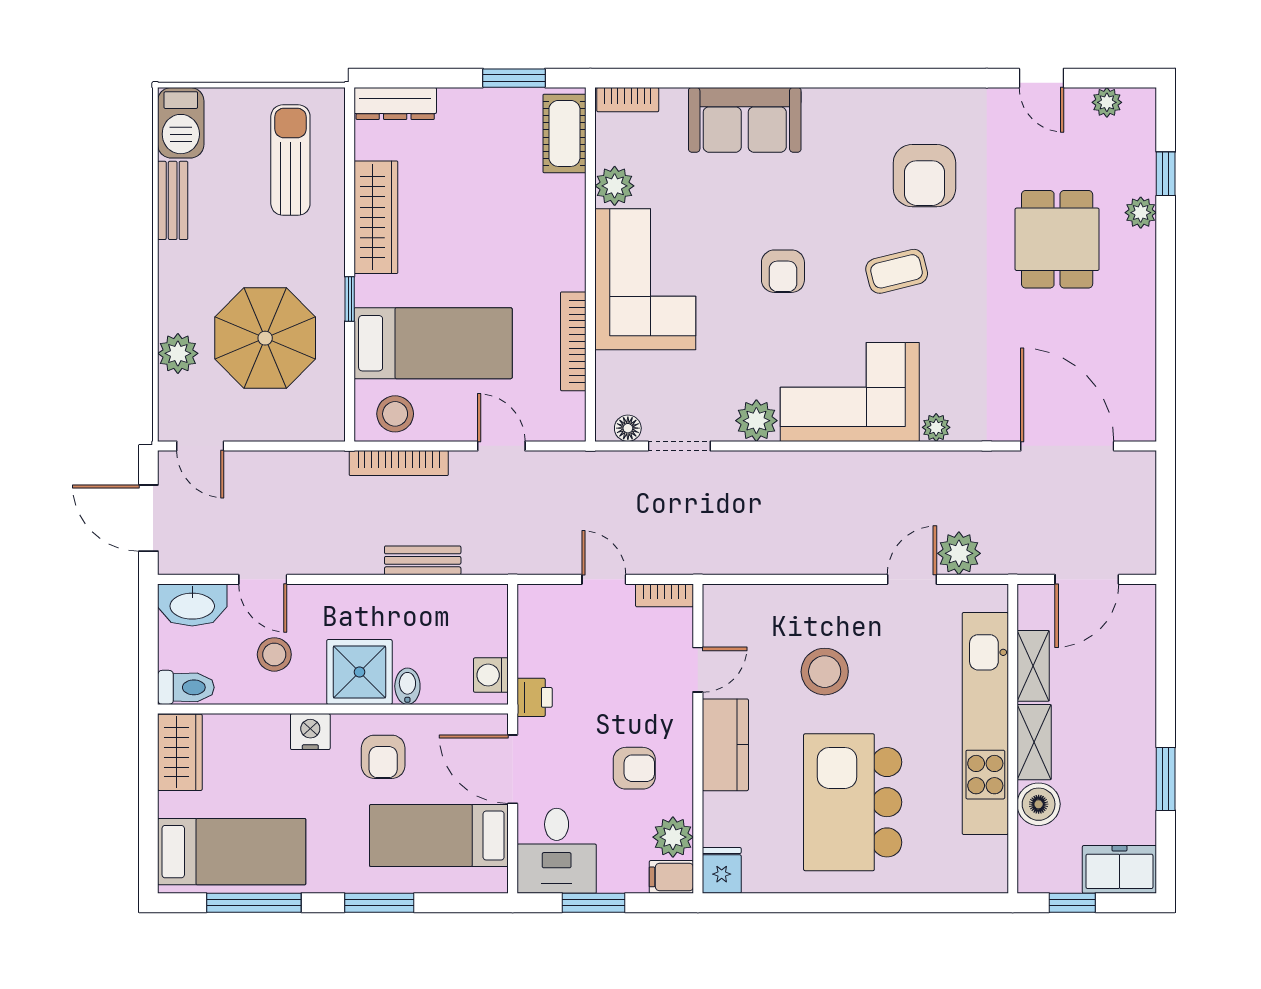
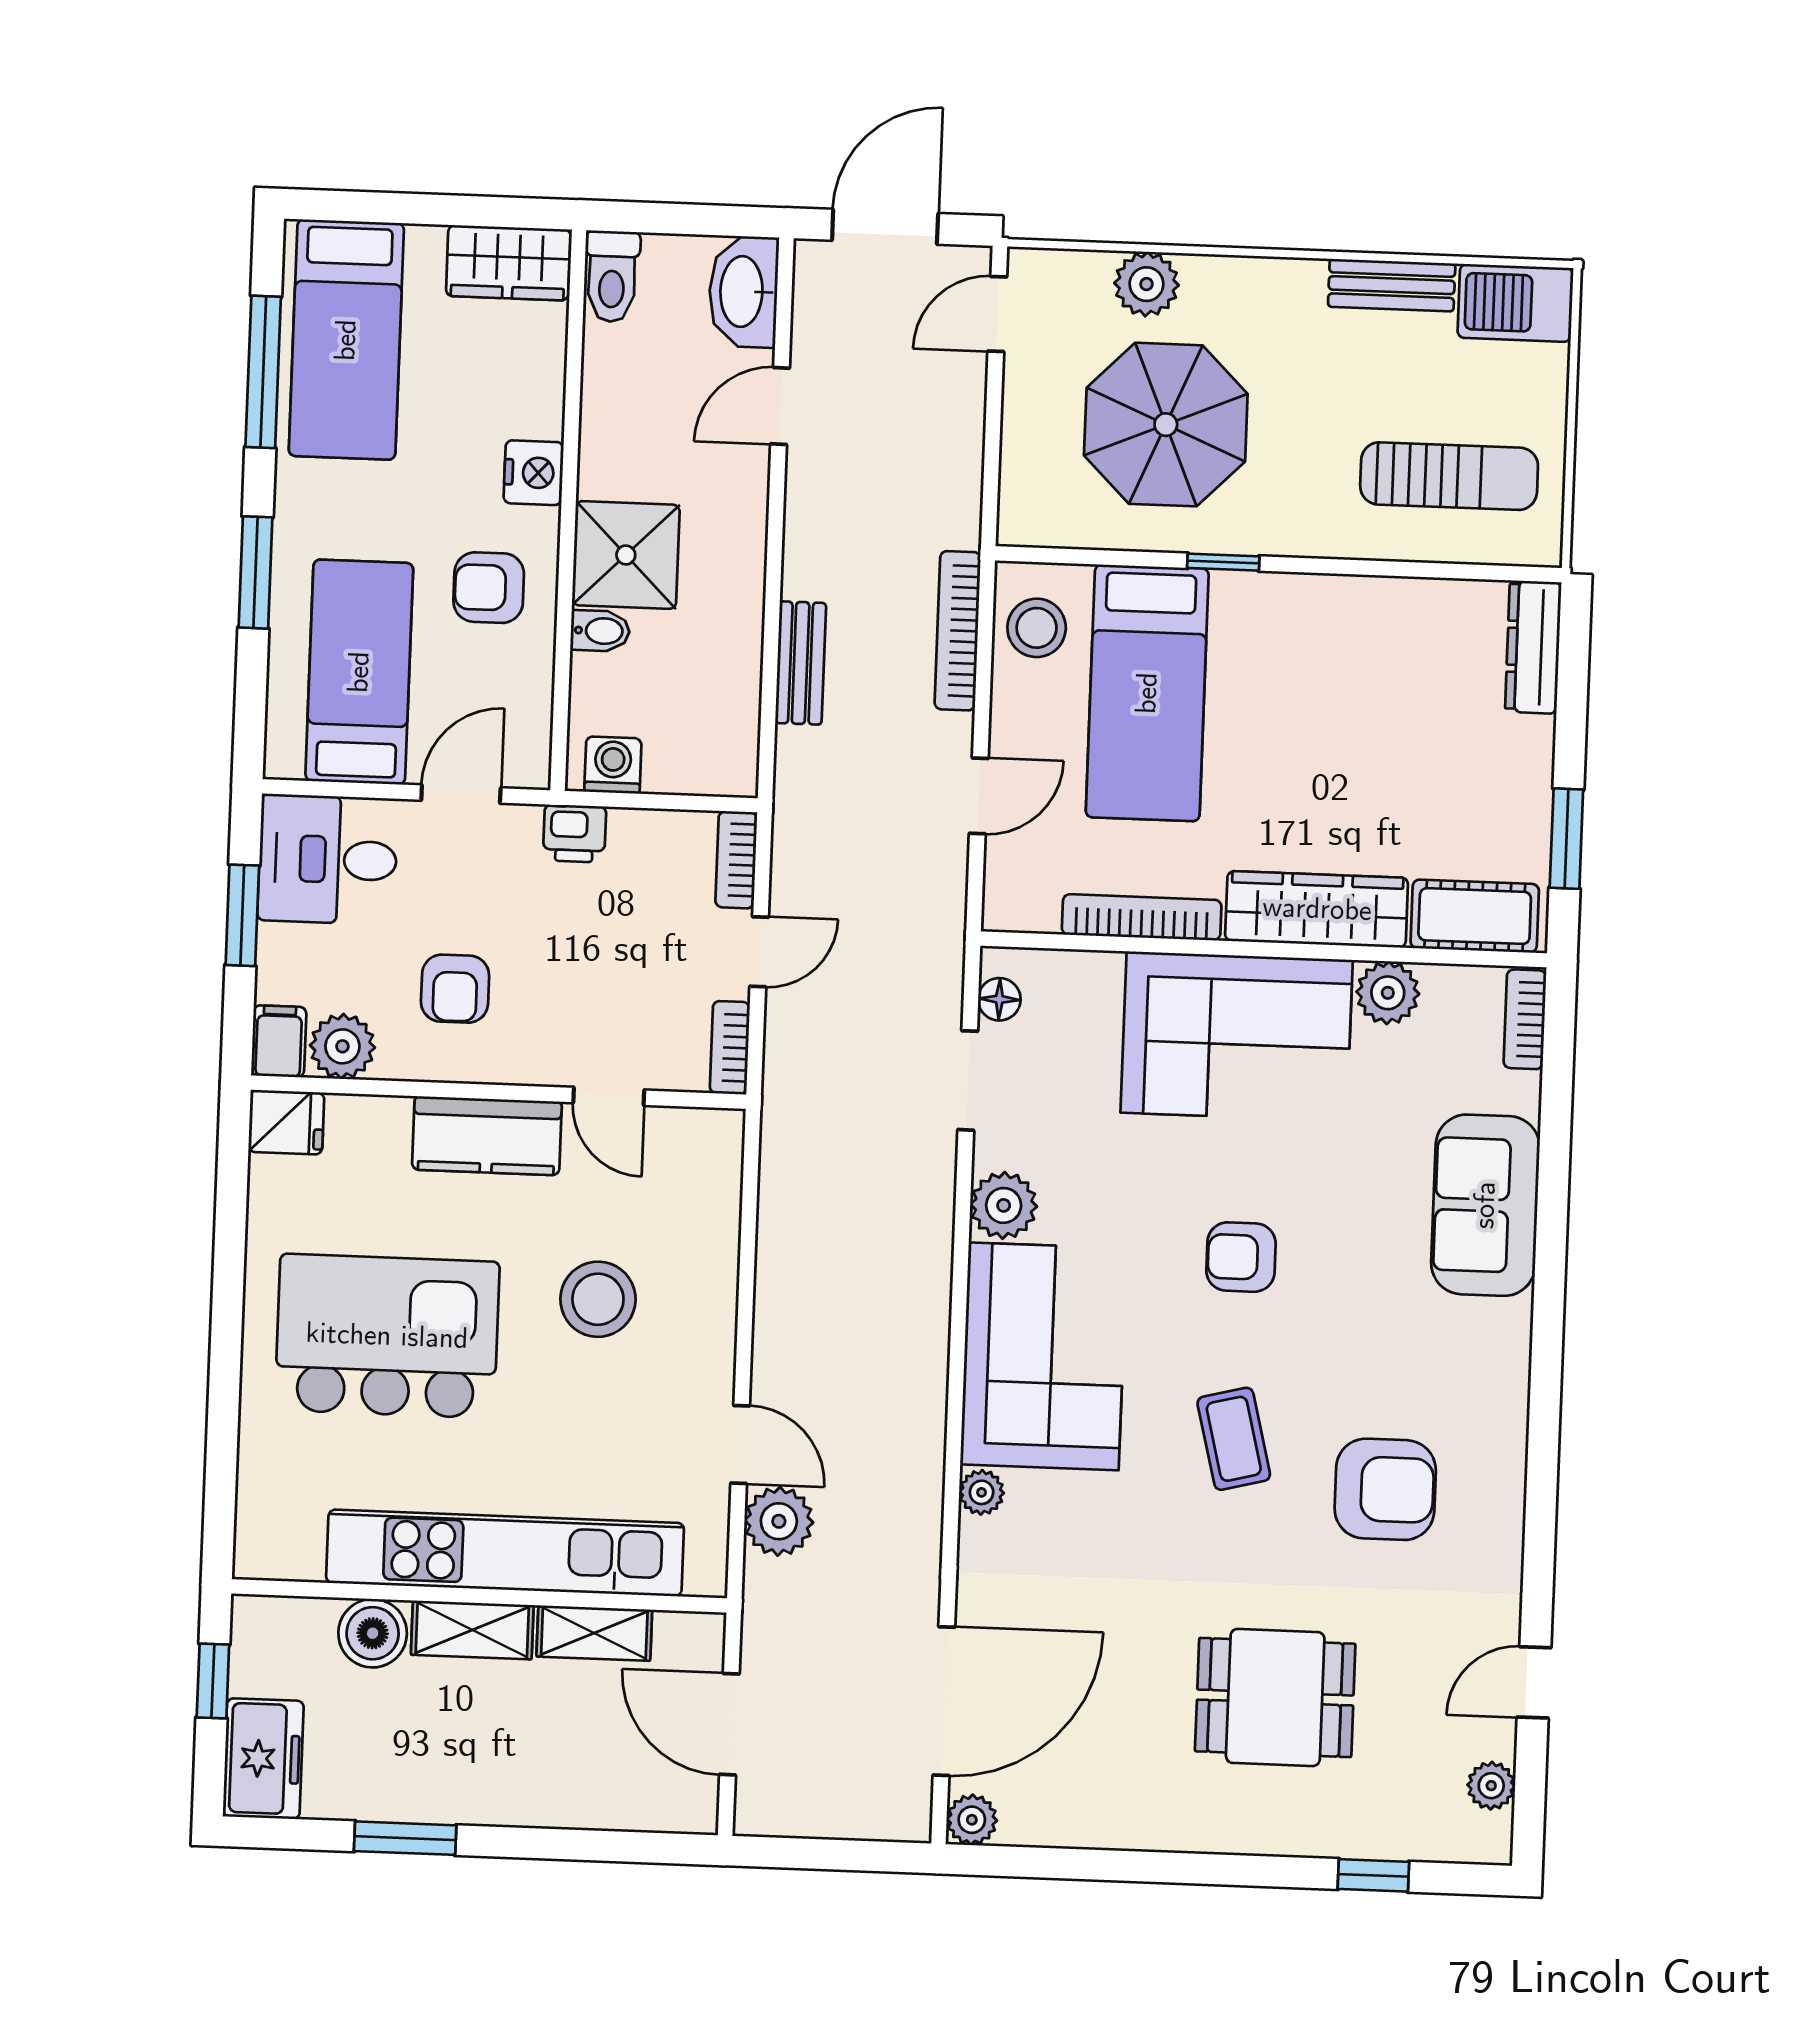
armchair: (924, 176) -> (1385, 1489), turned 180
plant: (1141, 213) -> (972, 1820), moved
wardrobe: (376, 217) -> (1317, 909), moved, turned 180
bookcase: (547, 596) -> (736, 860), added
stool: (274, 654) -> (659, 420), removed
door: (513, 769) -> (461, 794), width x0.73

